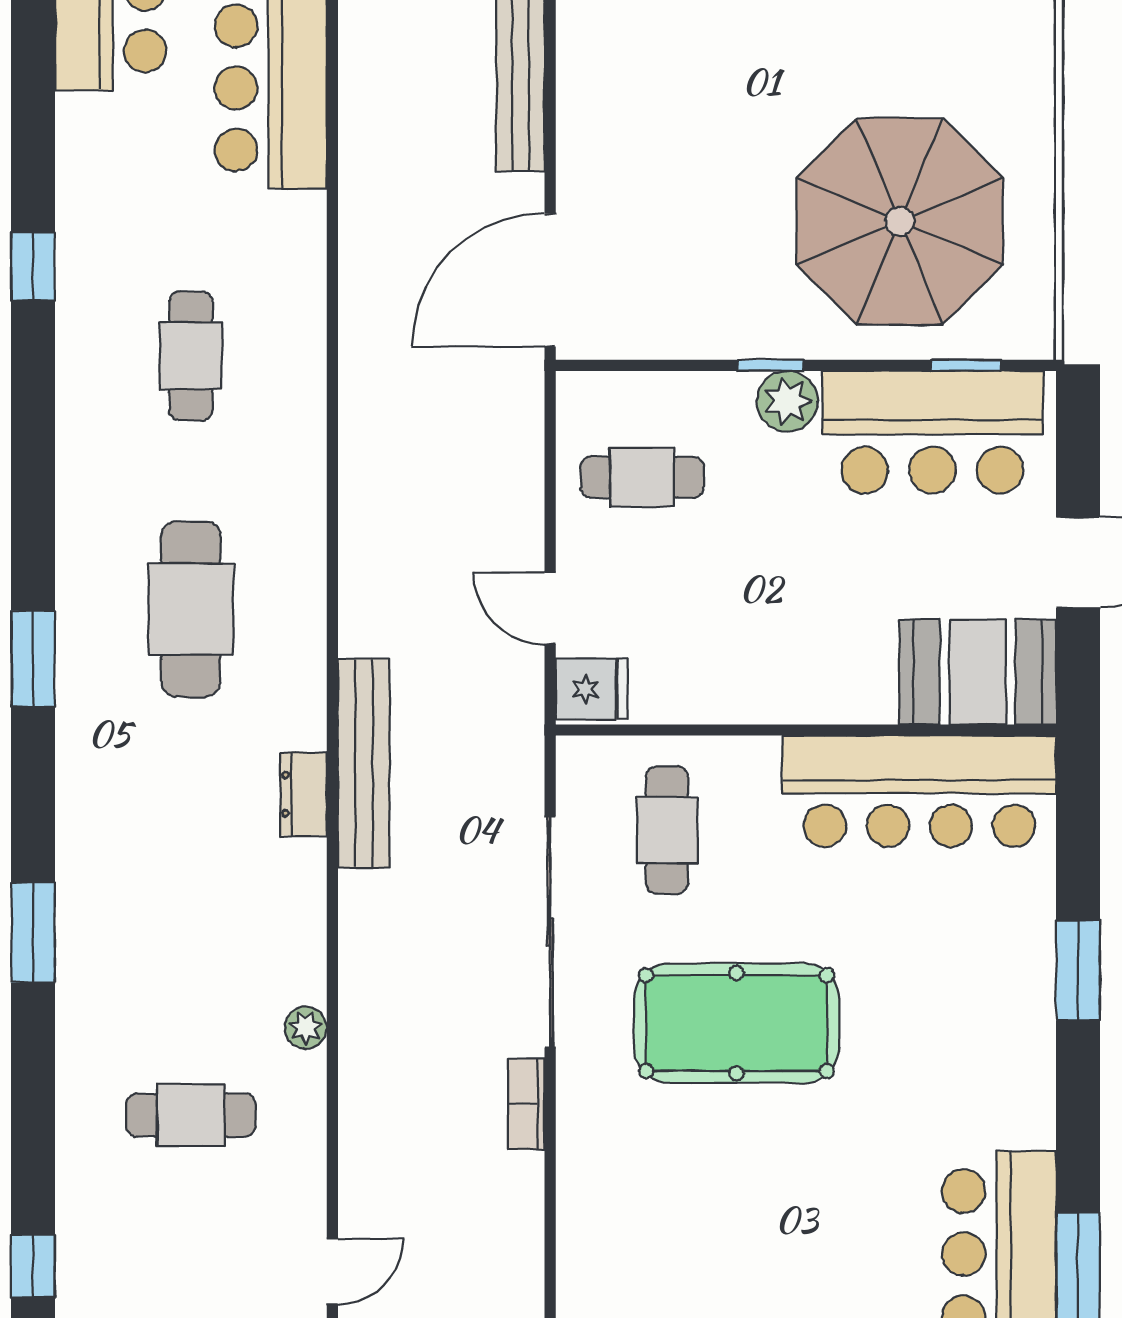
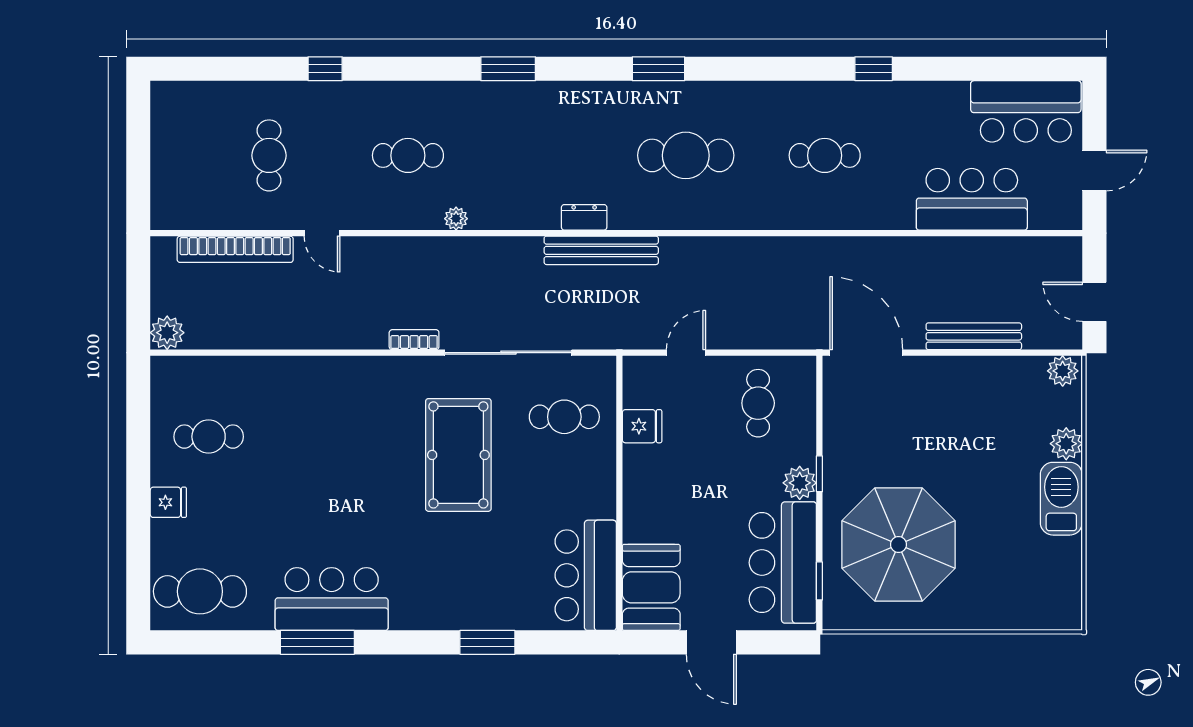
fridge: (592, 689) -> (642, 426), moved, turned -90
bar counter: (919, 791) -> (586, 575), width x0.73
cafe table: (191, 1115) -> (408, 155), turned 90

